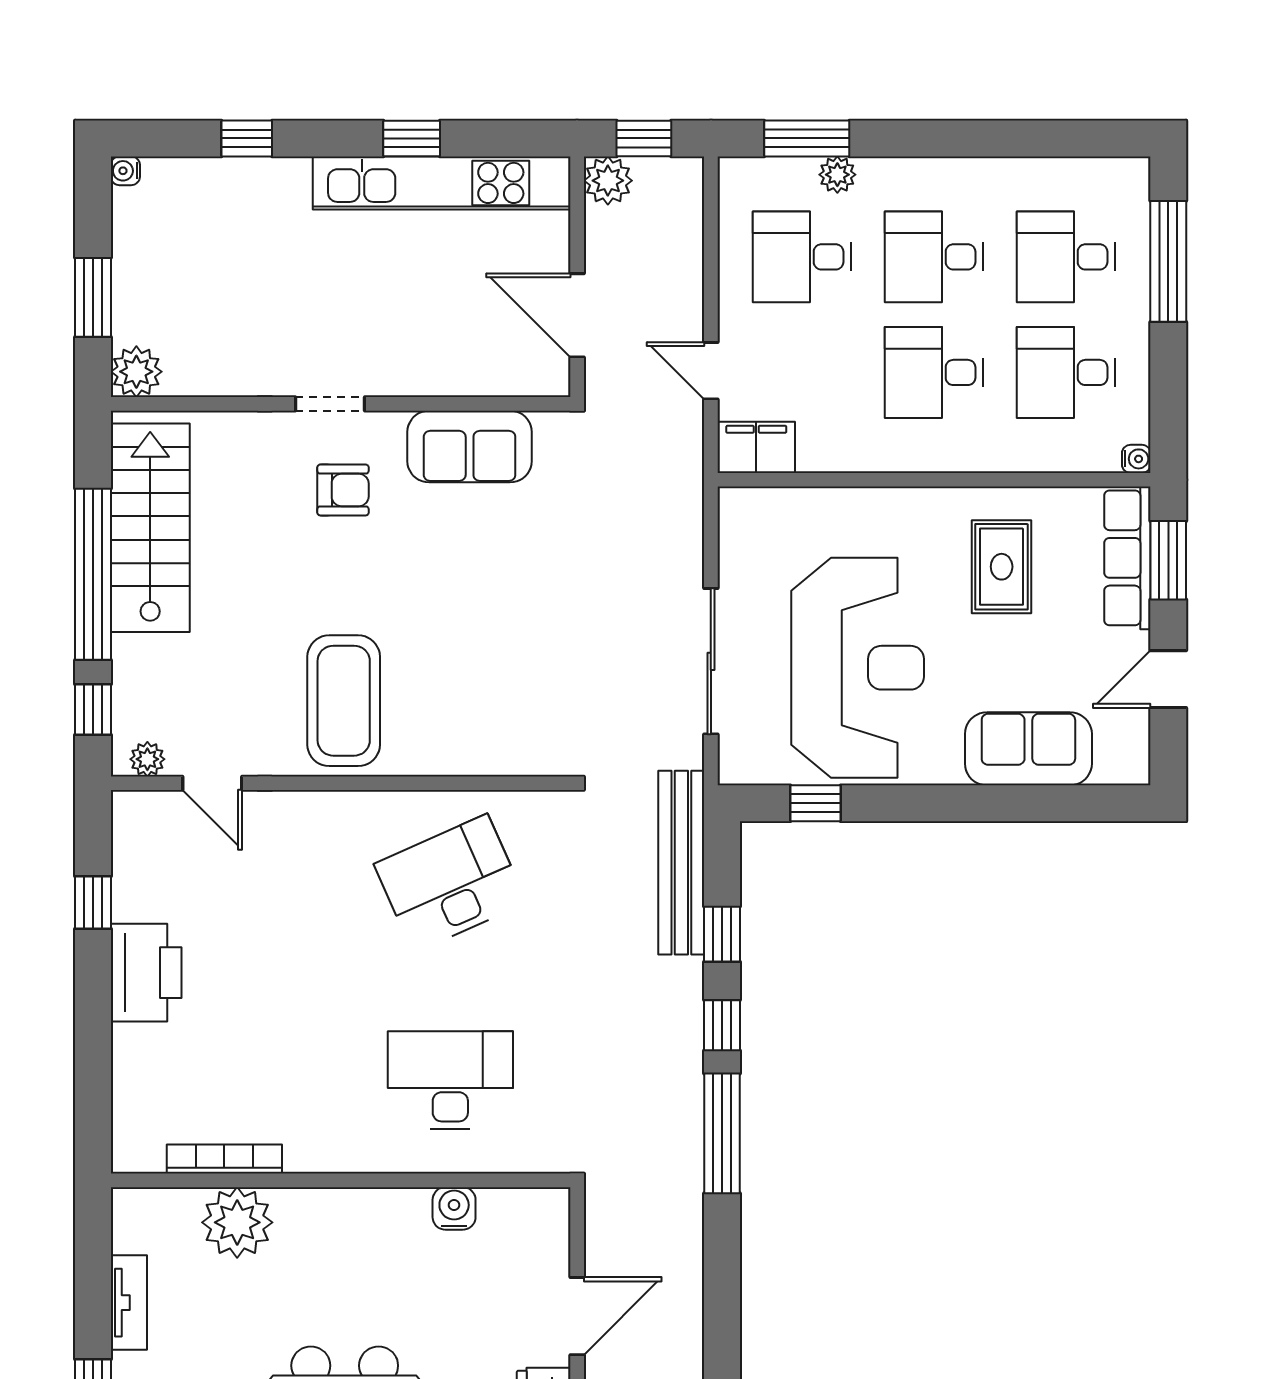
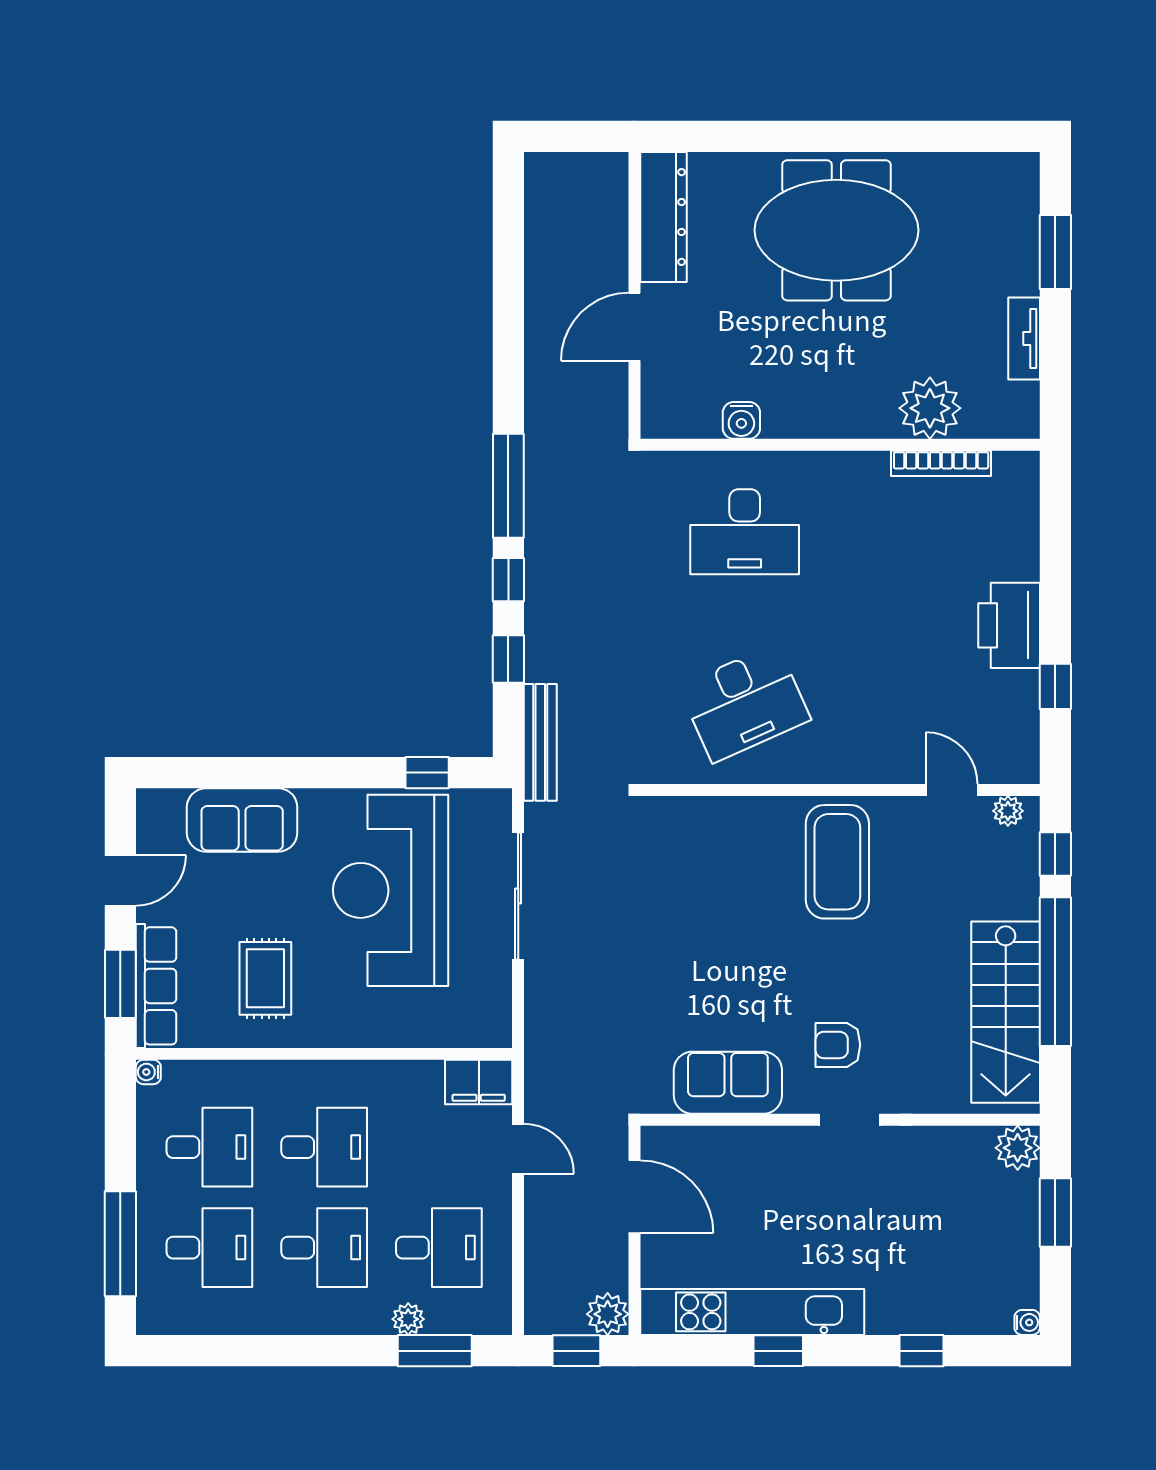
bench: (681, 863) -> (540, 742), width x0.73, depth x0.82

